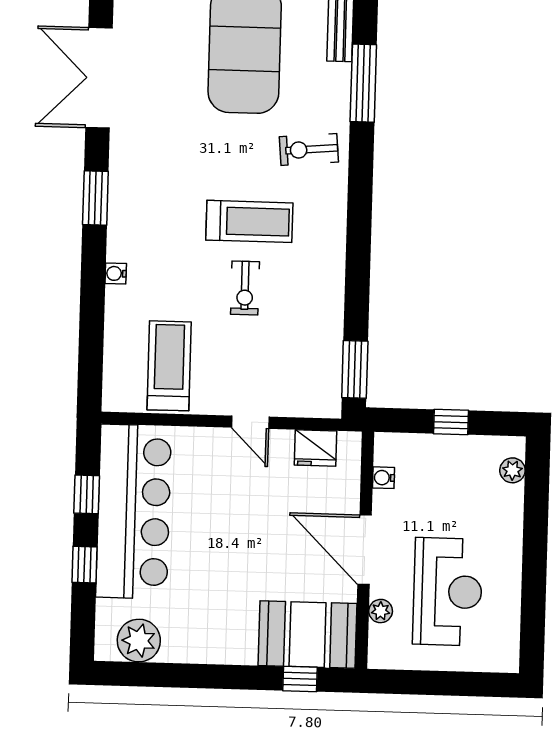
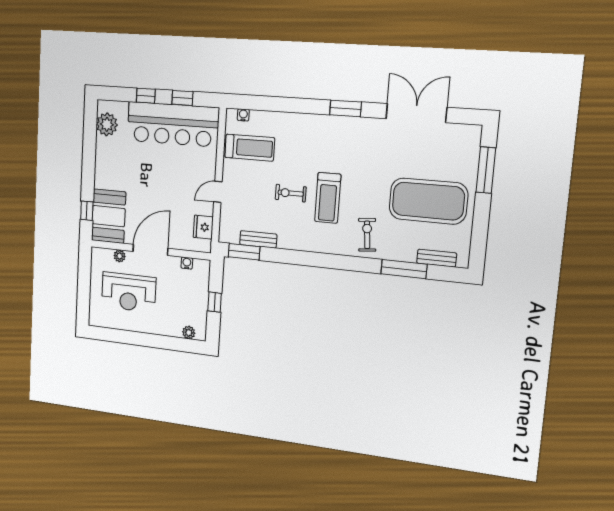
water cooler: (116, 273) -> (243, 115), moved
bench: (331, 344) -> (258, 239), added

